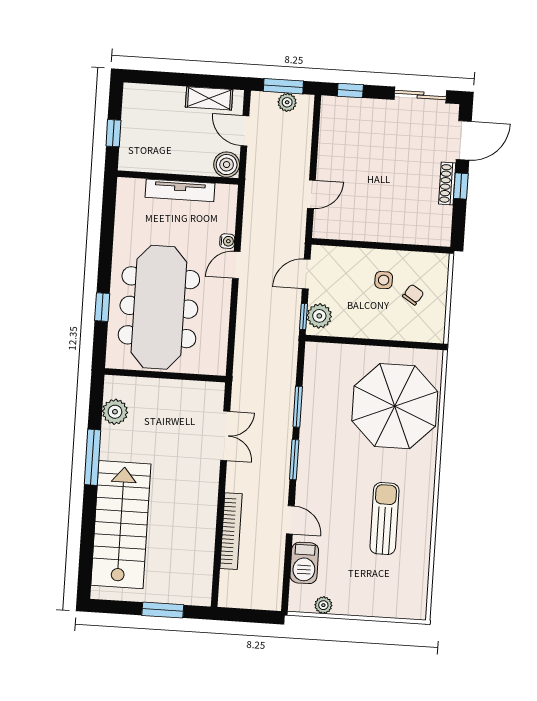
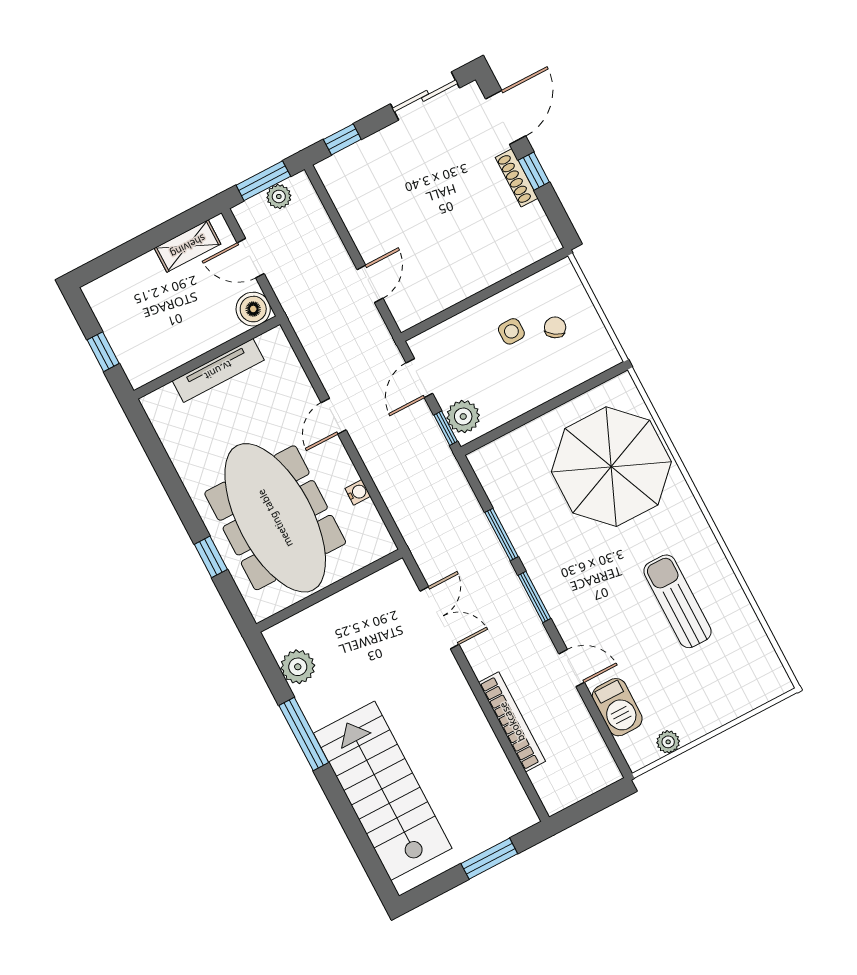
water cooler: (227, 241) -> (358, 492), moved

